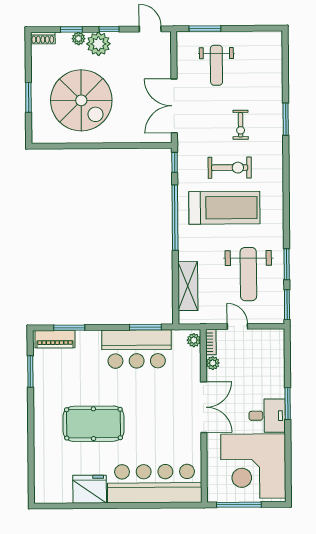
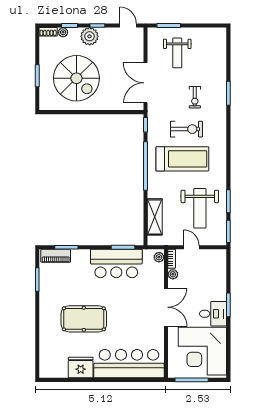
plant: (79, 39) -> (63, 32), moved

